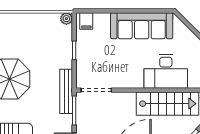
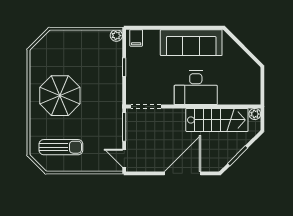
desk: (166, 71) -> (196, 88), moved
bench: (66, 91) -> (116, 108), removed

